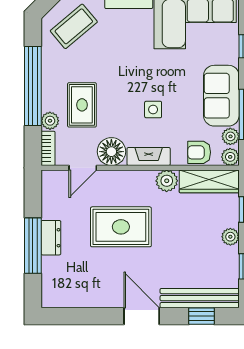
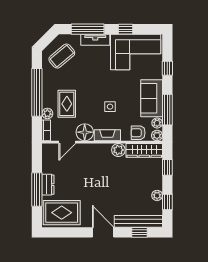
rug: (121, 227) -> (62, 213), moved
plant: (230, 237) -> (157, 195), moved

